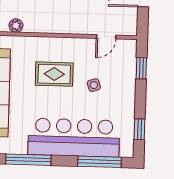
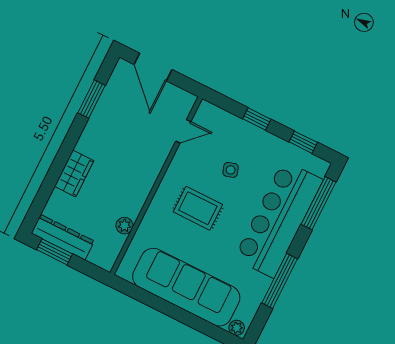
door: (106, 37) -> (183, 131), hinge flipped
window: (141, 68) -> (257, 119), moved
rug: (54, 74) -> (198, 208), turned 90

